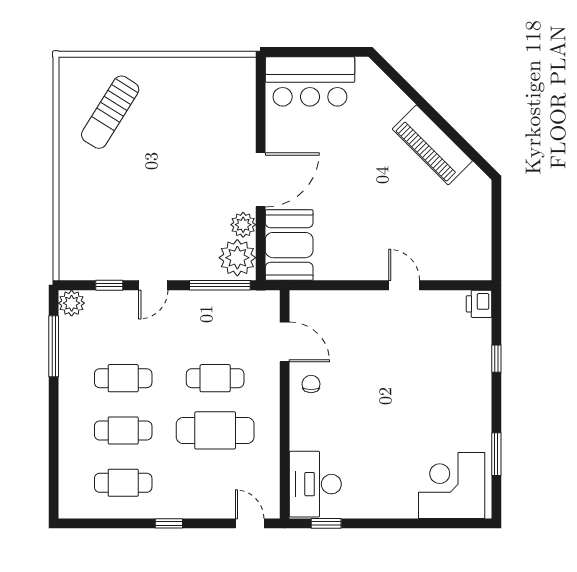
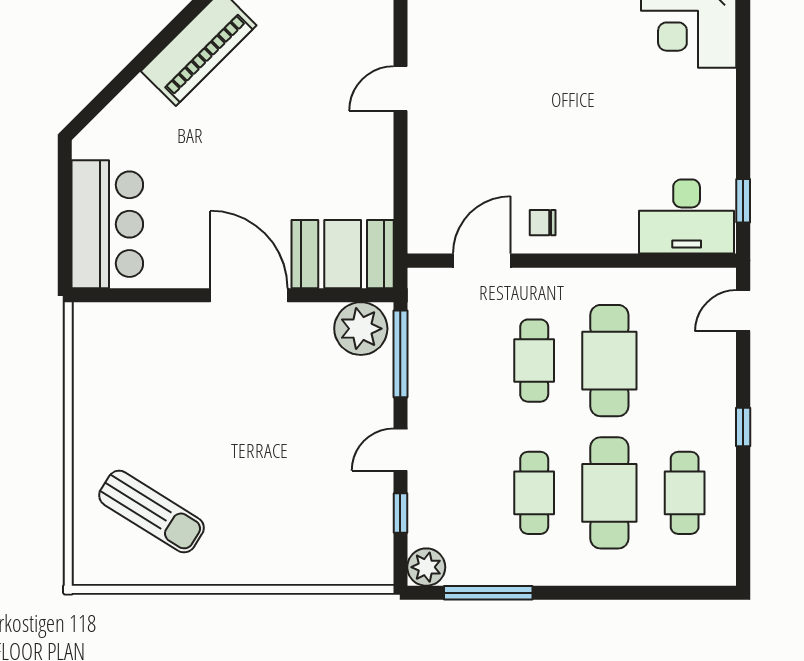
plant: (243, 225) -> (313, 320), removed
door: (153, 285) -> (400, 450), swing flipped
cafe table: (123, 430) -> (609, 493), width x1.37, depth x1.35

